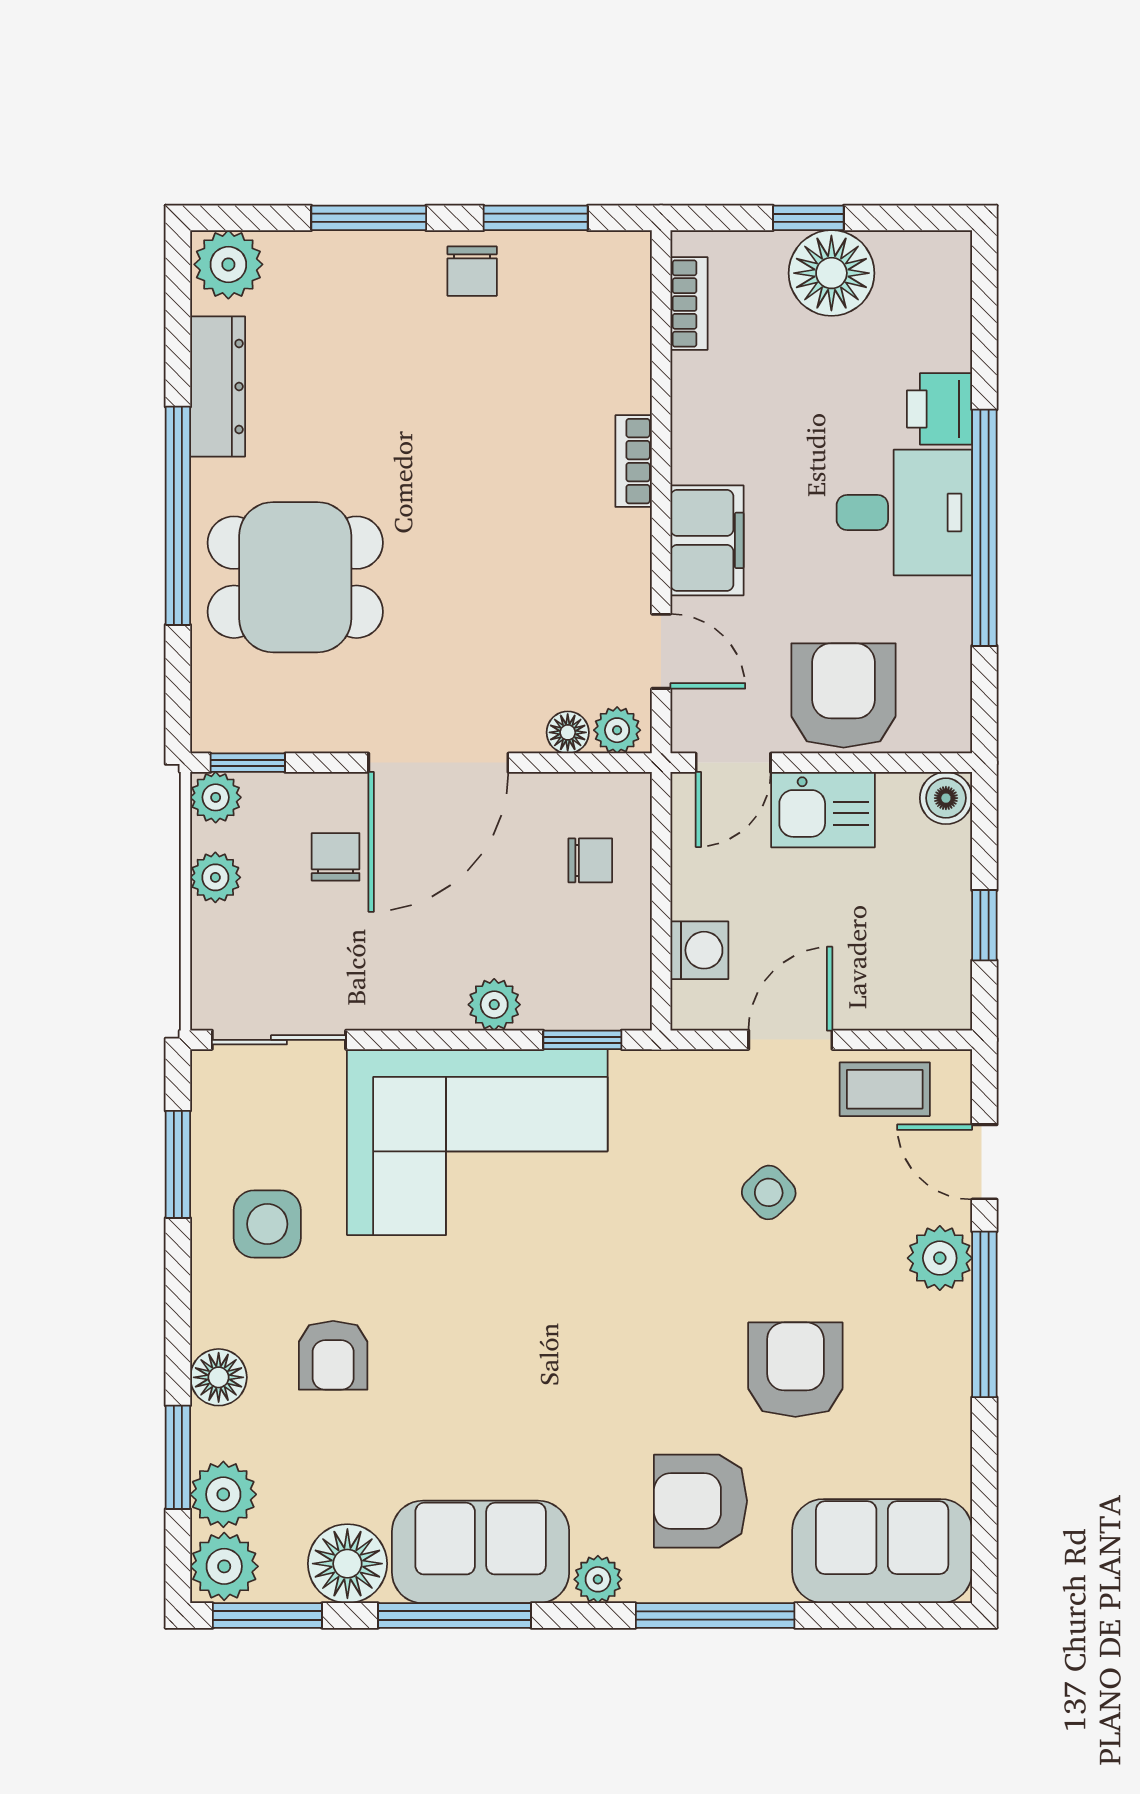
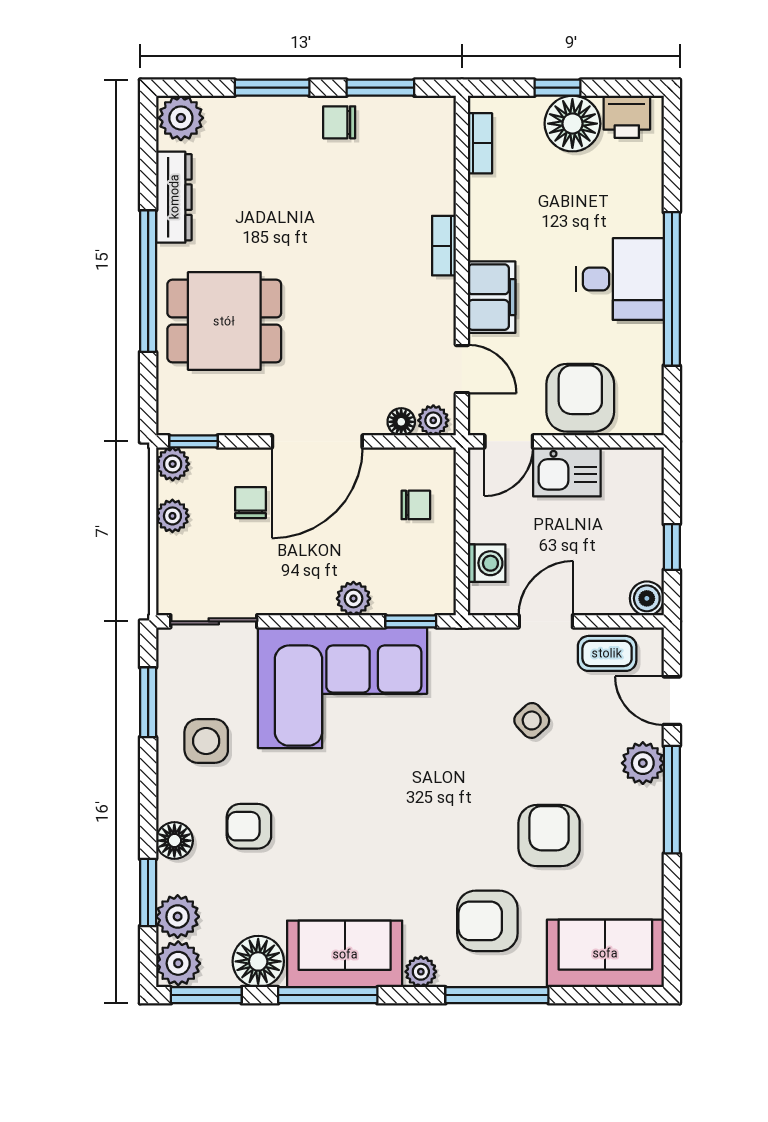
chair: (472, 271) -> (339, 122), turned 90
printer: (940, 409) -> (627, 117), moved, turned -90
boiler: (946, 798) -> (647, 598), moved
armchair: (333, 1355) -> (249, 826), turned 90

